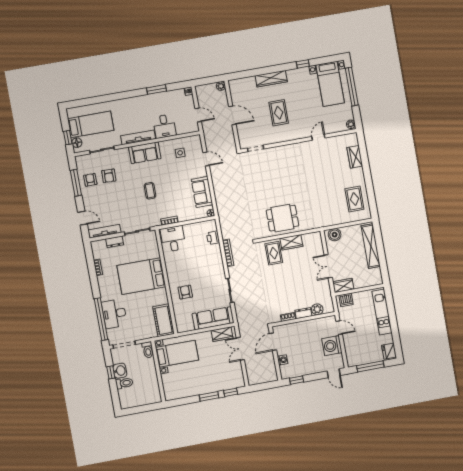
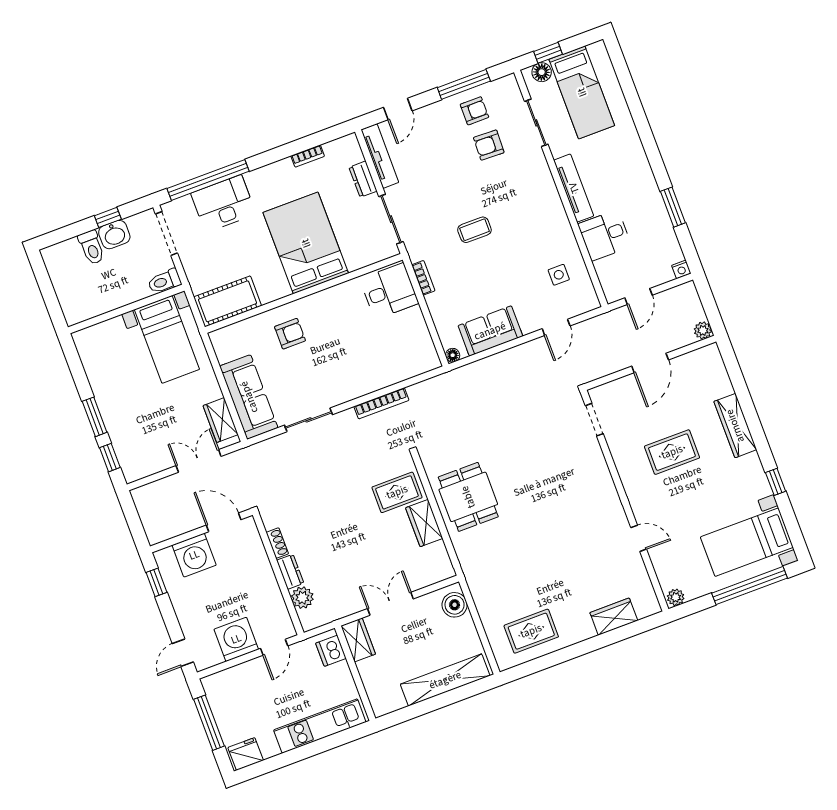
sofa: (145, 153) -> (546, 206), removed
printer: (213, 238) -> (405, 369), removed
washing machine: (282, 360) -> (194, 555), width x1.89, depth x1.89

